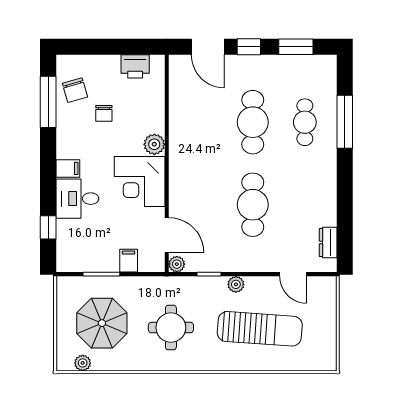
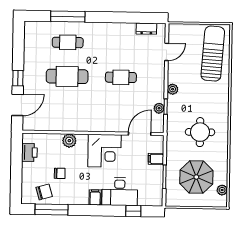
window: (296, 47) -> (18, 47), removed
plant: (154, 144) -> (69, 141), moved
desk: (77, 199) -> (120, 192), width x1.37
cafe table: (253, 205) -> (121, 77), width x0.73, depth x0.74
plant: (177, 264) -> (159, 108), moved
sun lounger: (260, 329) -> (213, 54), moved

